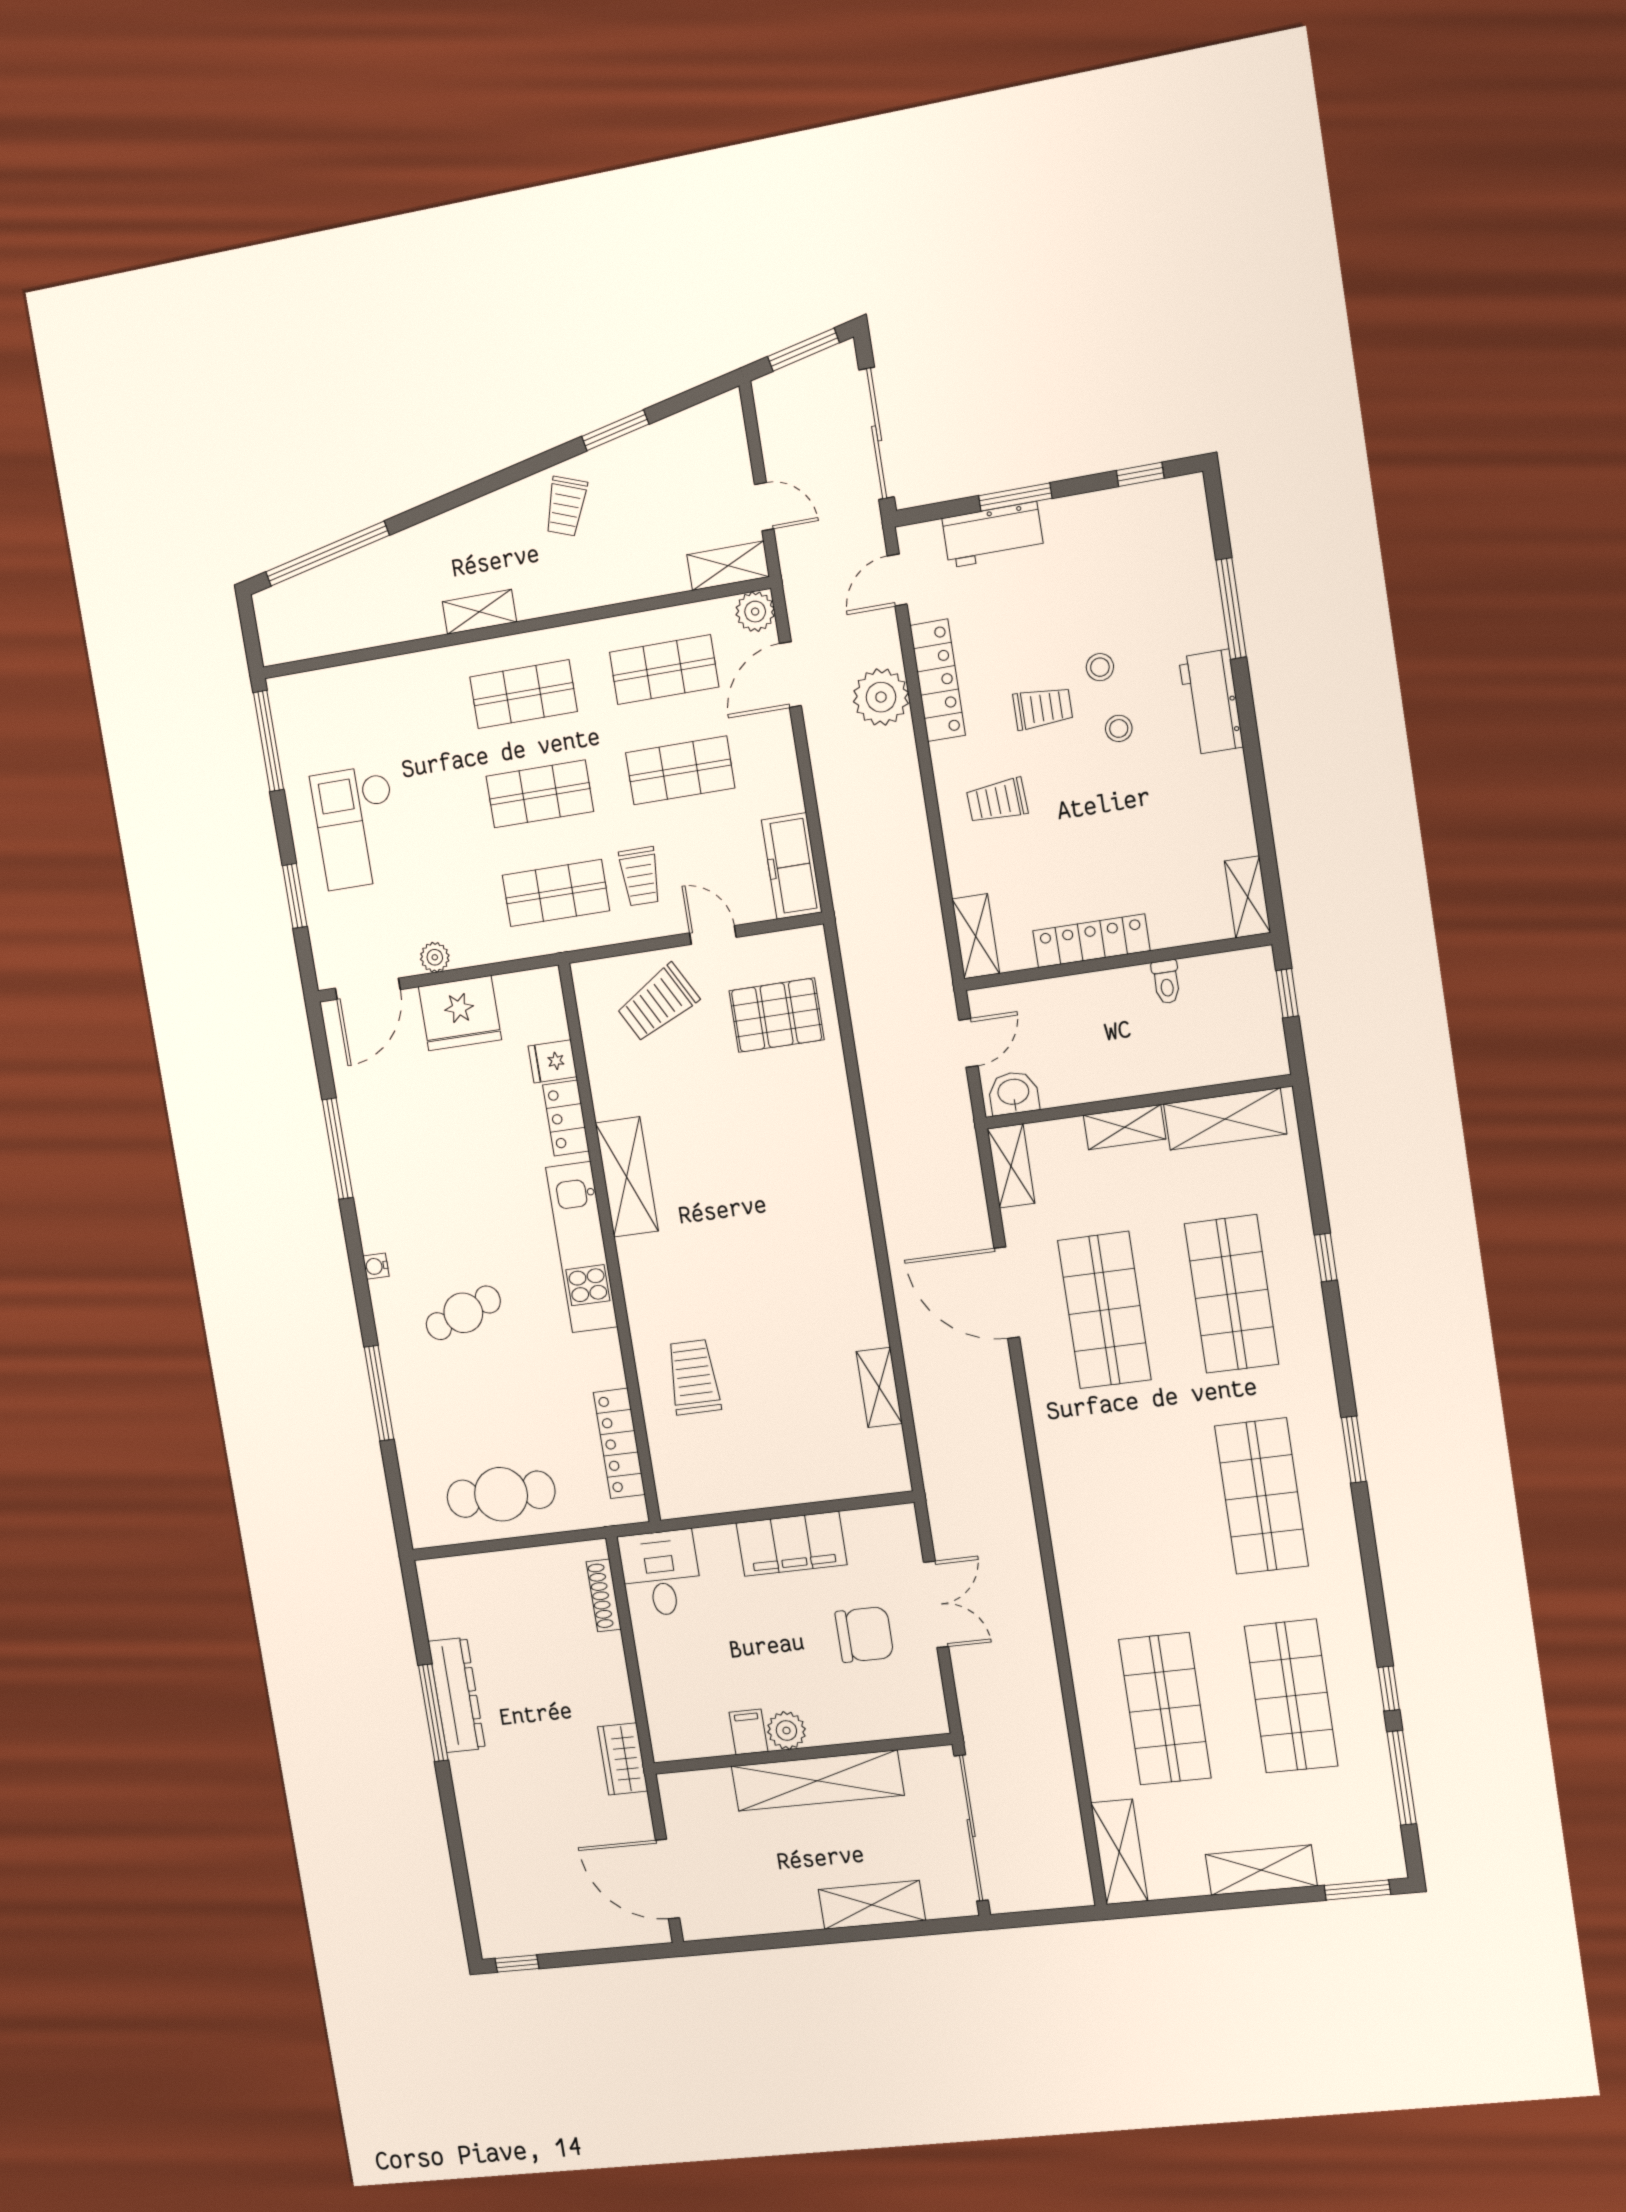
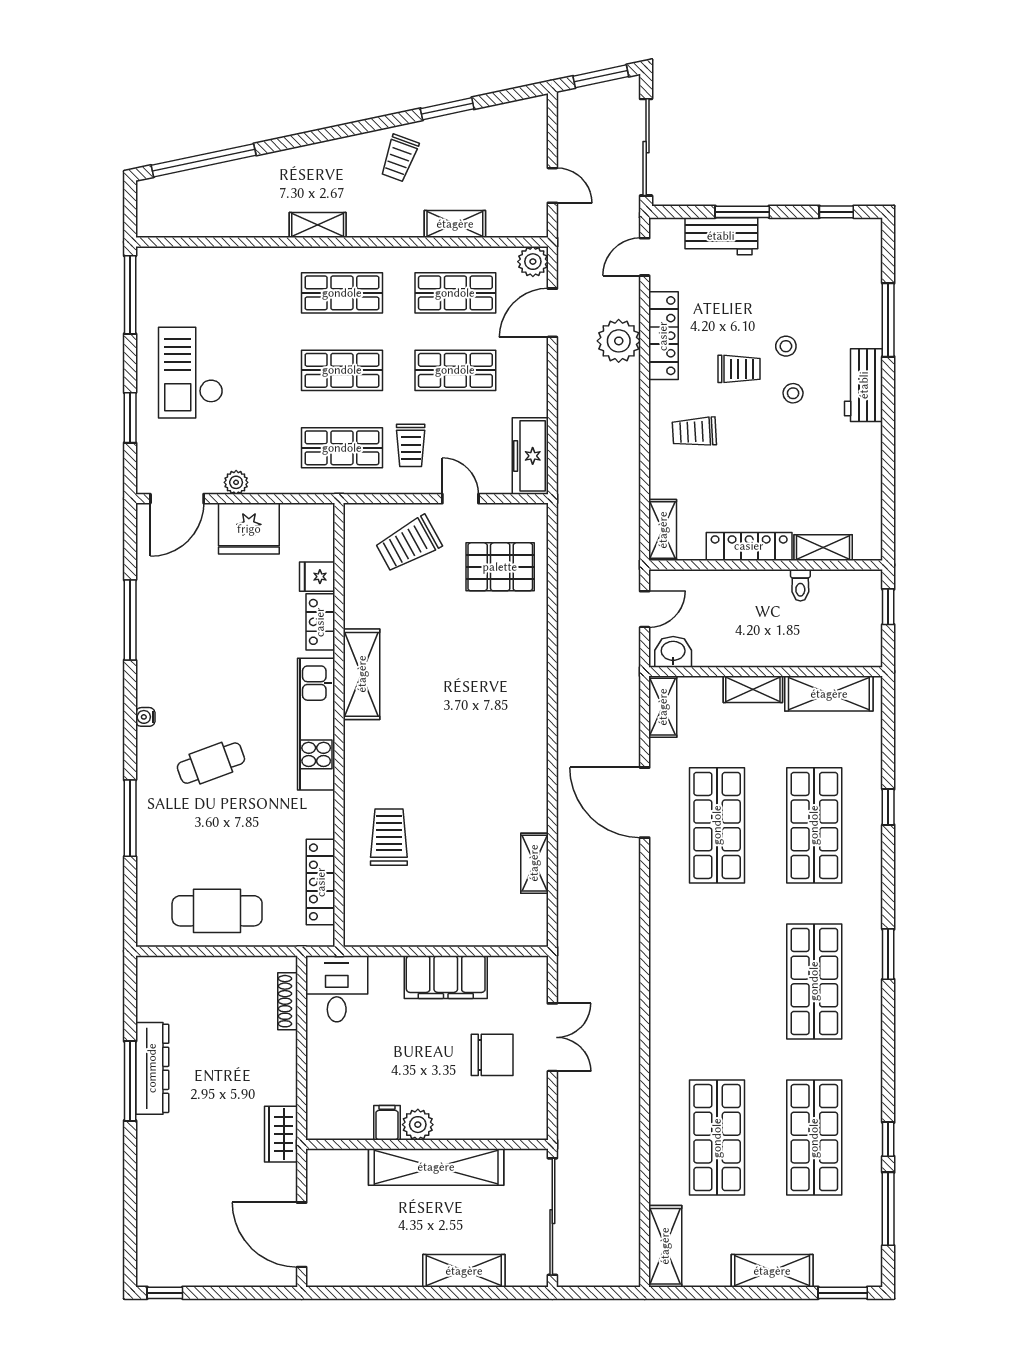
shelving: (728, 566) -> (455, 224), moved
shelving: (1248, 897) -> (823, 548), moved, turned 90

